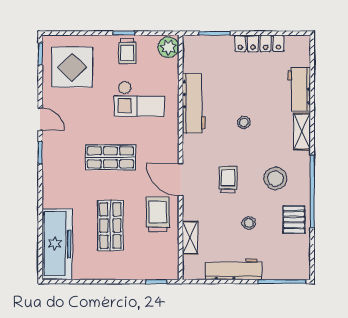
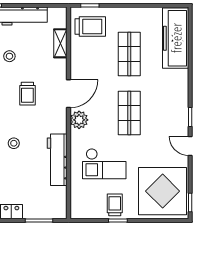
plant: (168, 47) -> (79, 120), moved
display table: (72, 67) -> (163, 191), width x1.36, depth x1.36
checkout: (139, 99) -> (104, 164), turned 180
shop shelf: (110, 157) -> (129, 113), turned 90
door: (181, 180) -> (68, 94), hinge flipped
trolley: (158, 214) -> (90, 27), moved, turned -90

